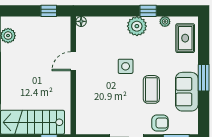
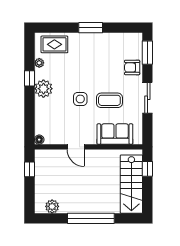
coffee table: (151, 89) -> (109, 100), moved
sofa: (187, 92) -> (115, 134), moved, turned 180
armchair: (160, 123) -> (132, 67), turned -90

